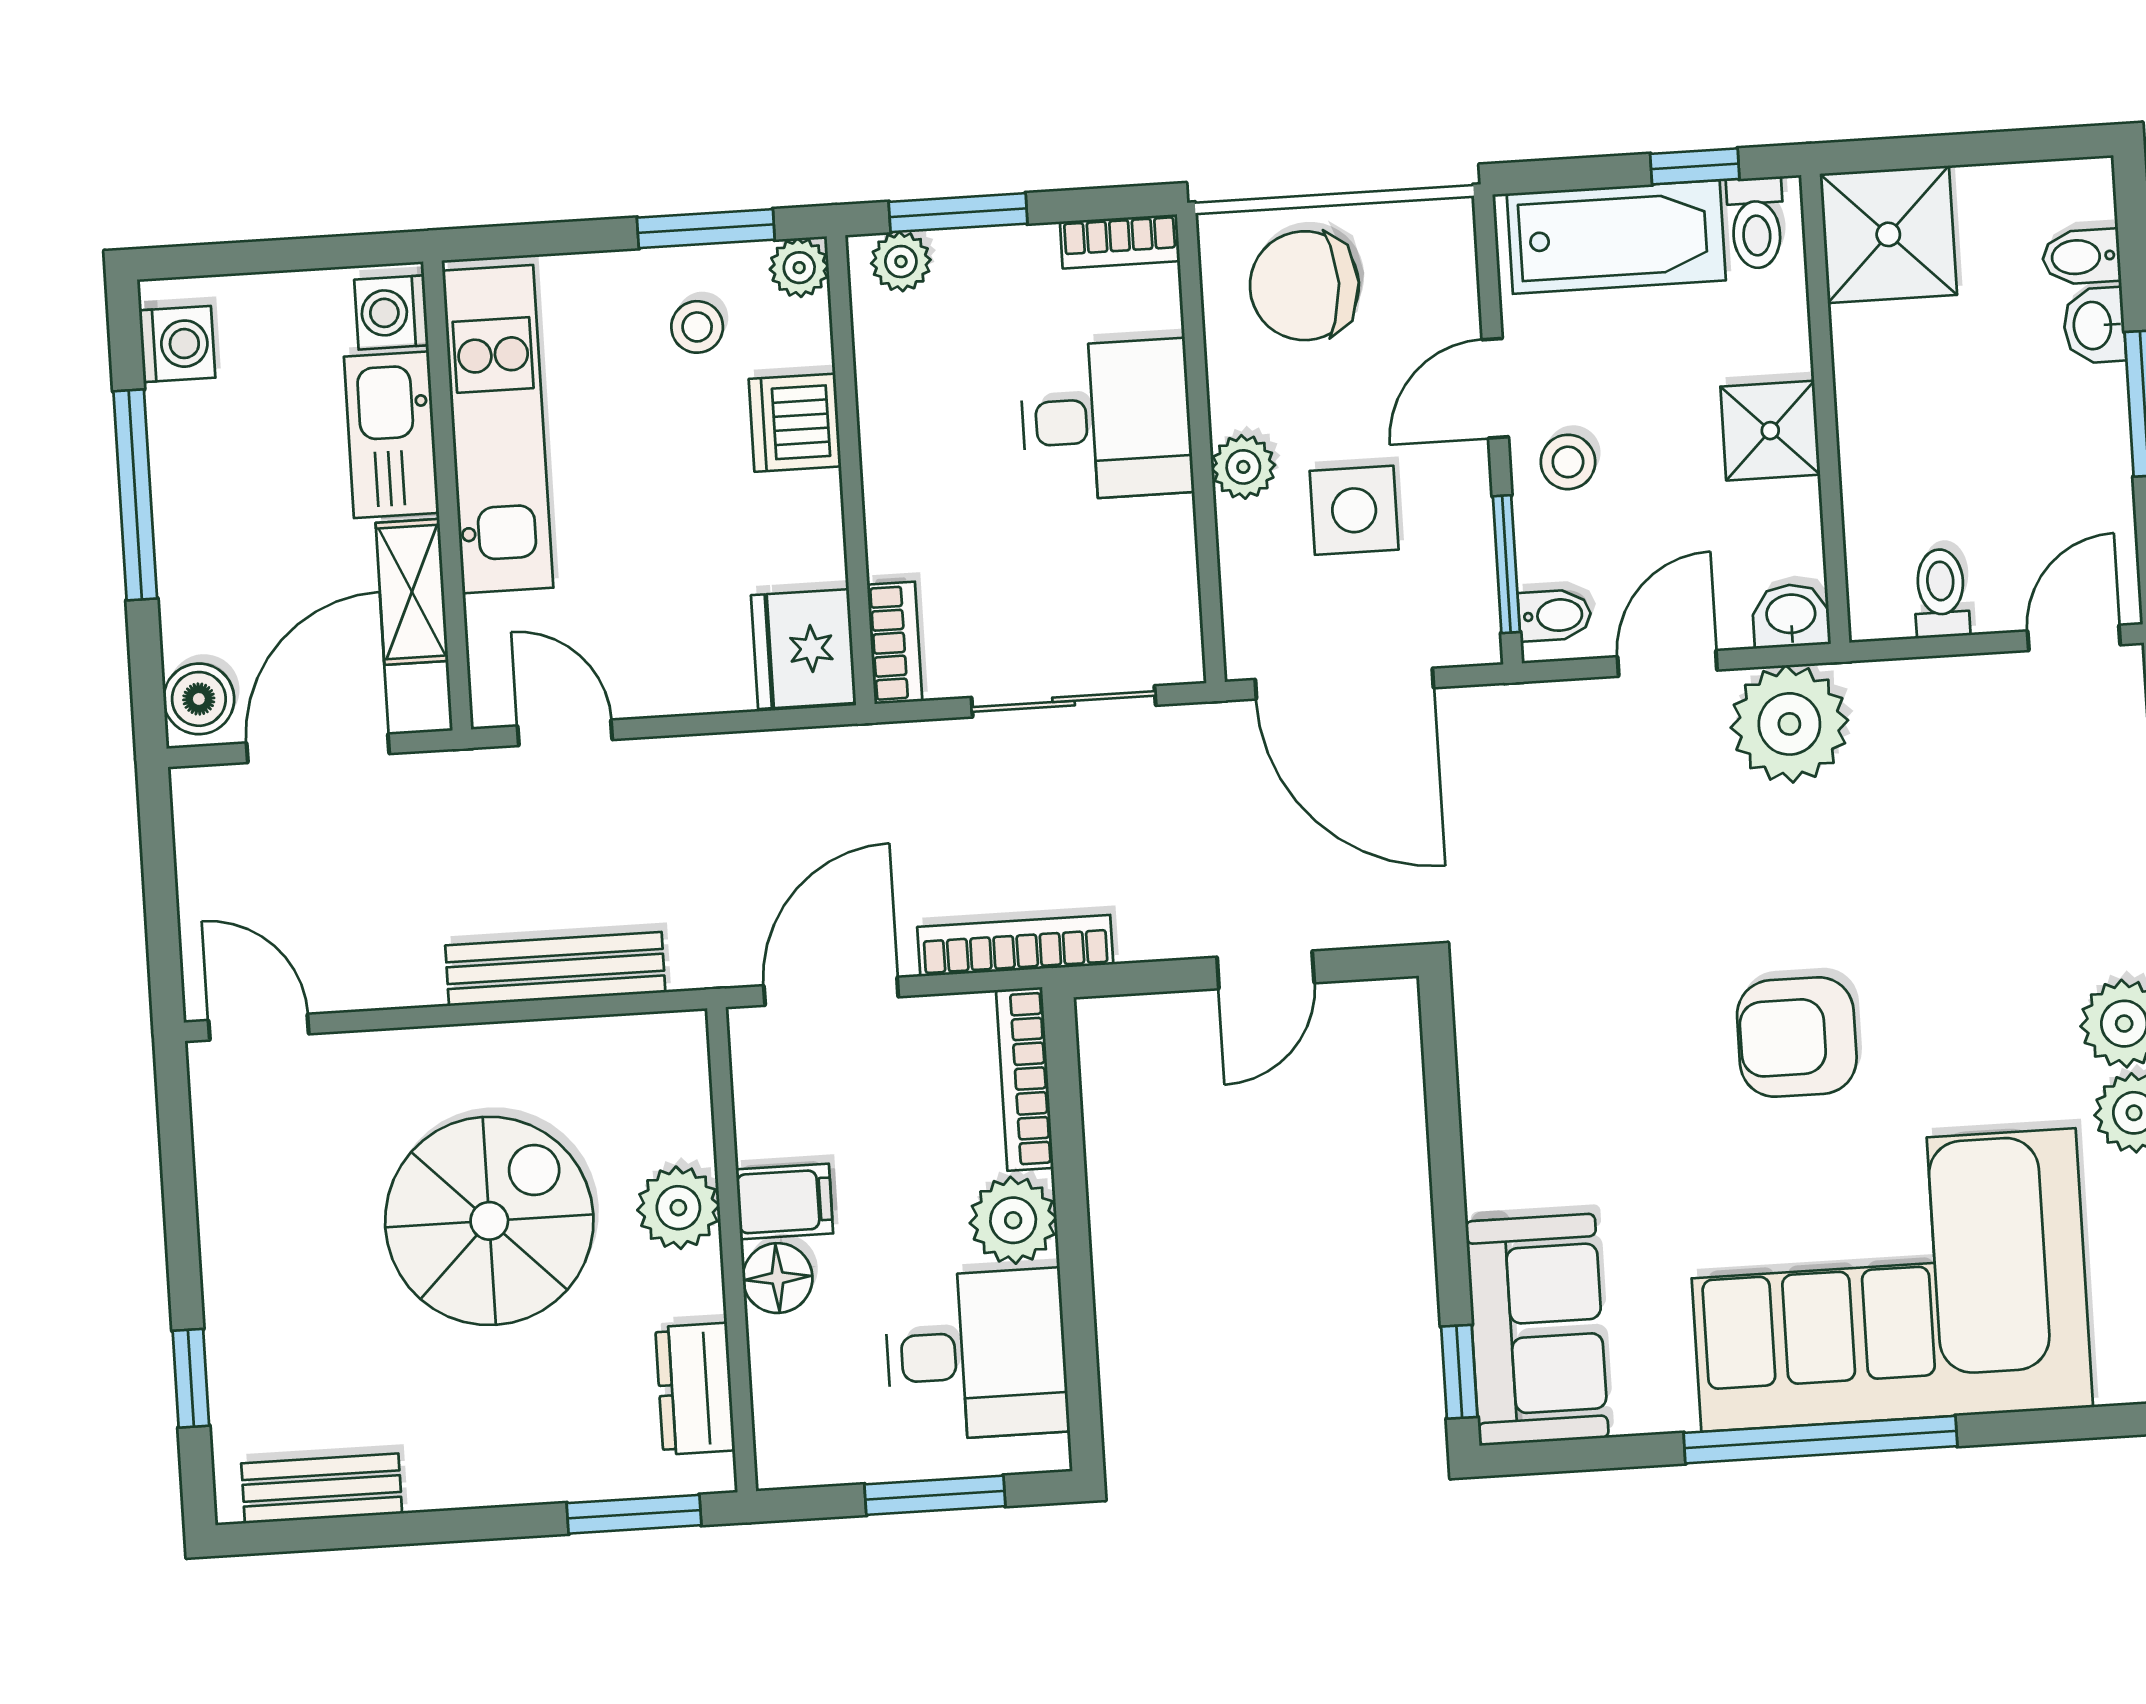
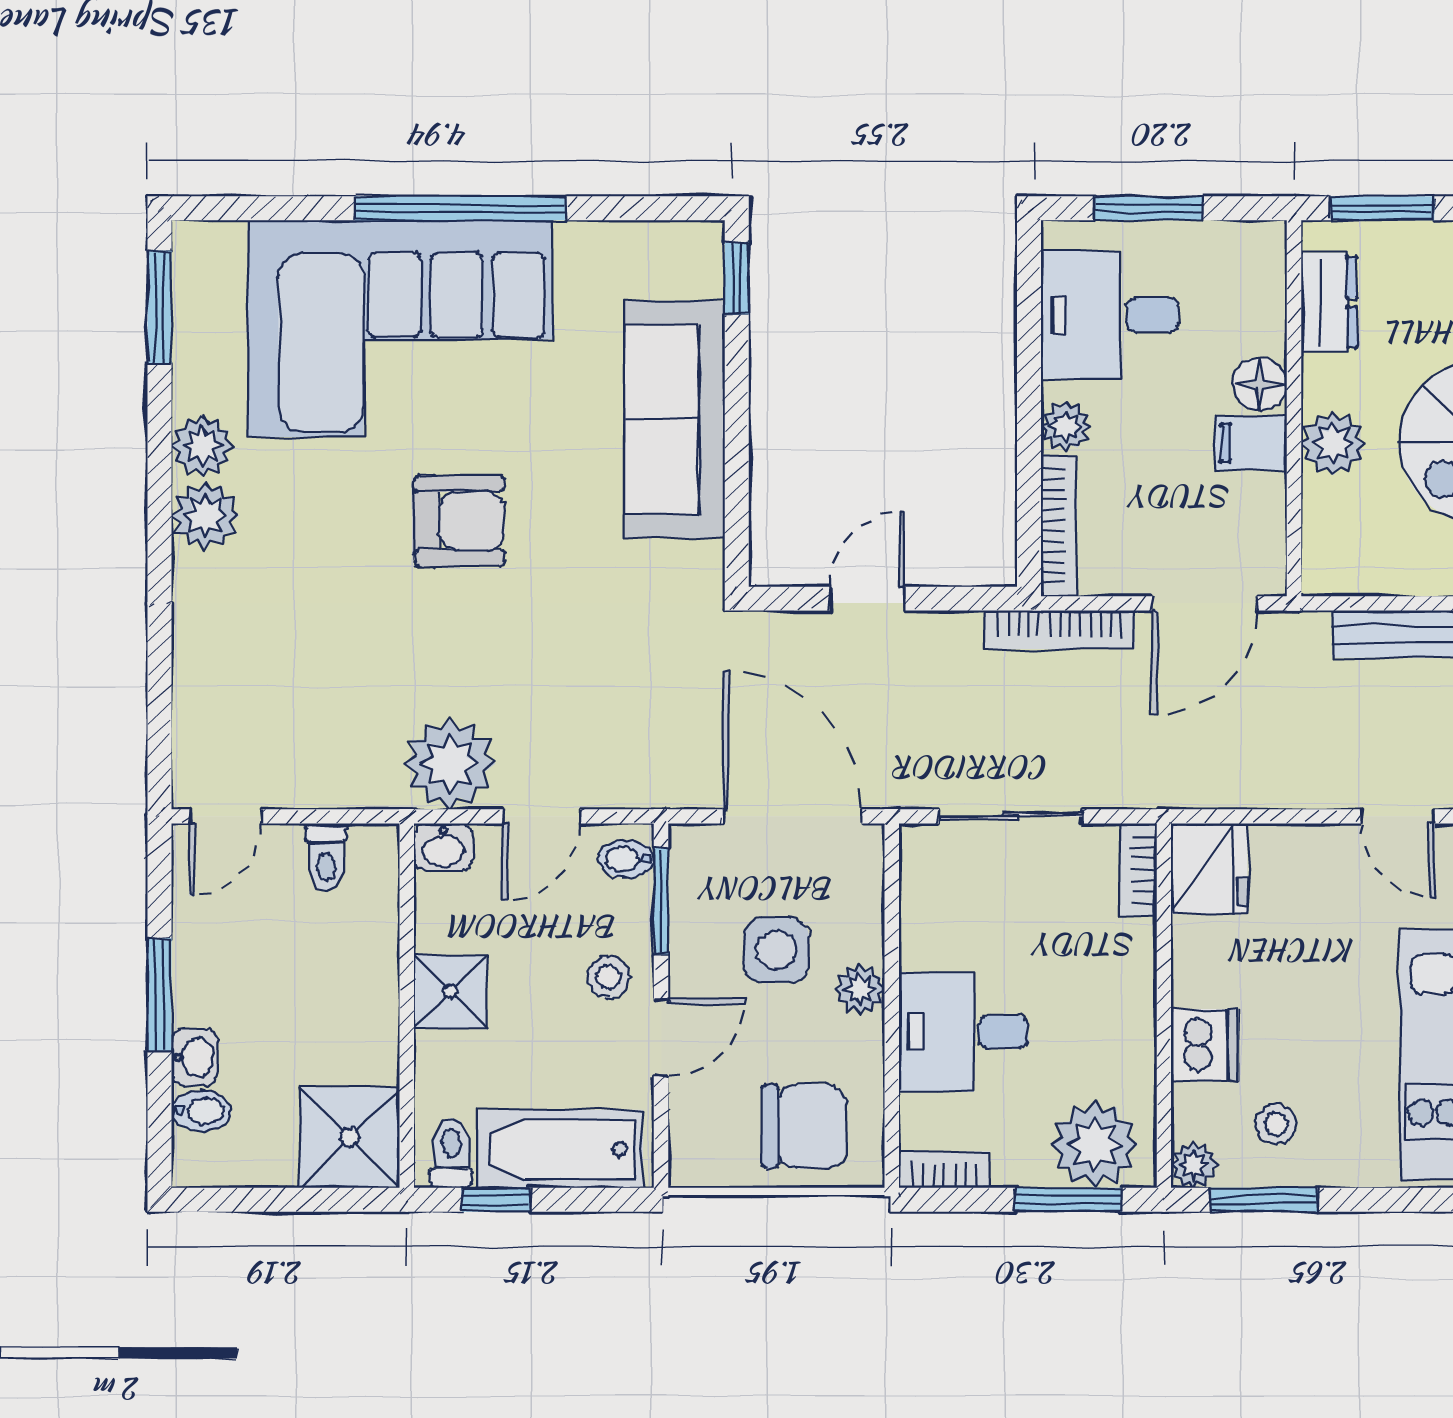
plant: (901, 262) -> (1095, 1144), width x1.88, depth x1.88
plant: (1013, 1220) -> (1065, 426), width x0.73, depth x0.73
sofa: (1537, 1330) -> (675, 419), moved, width x1.36

